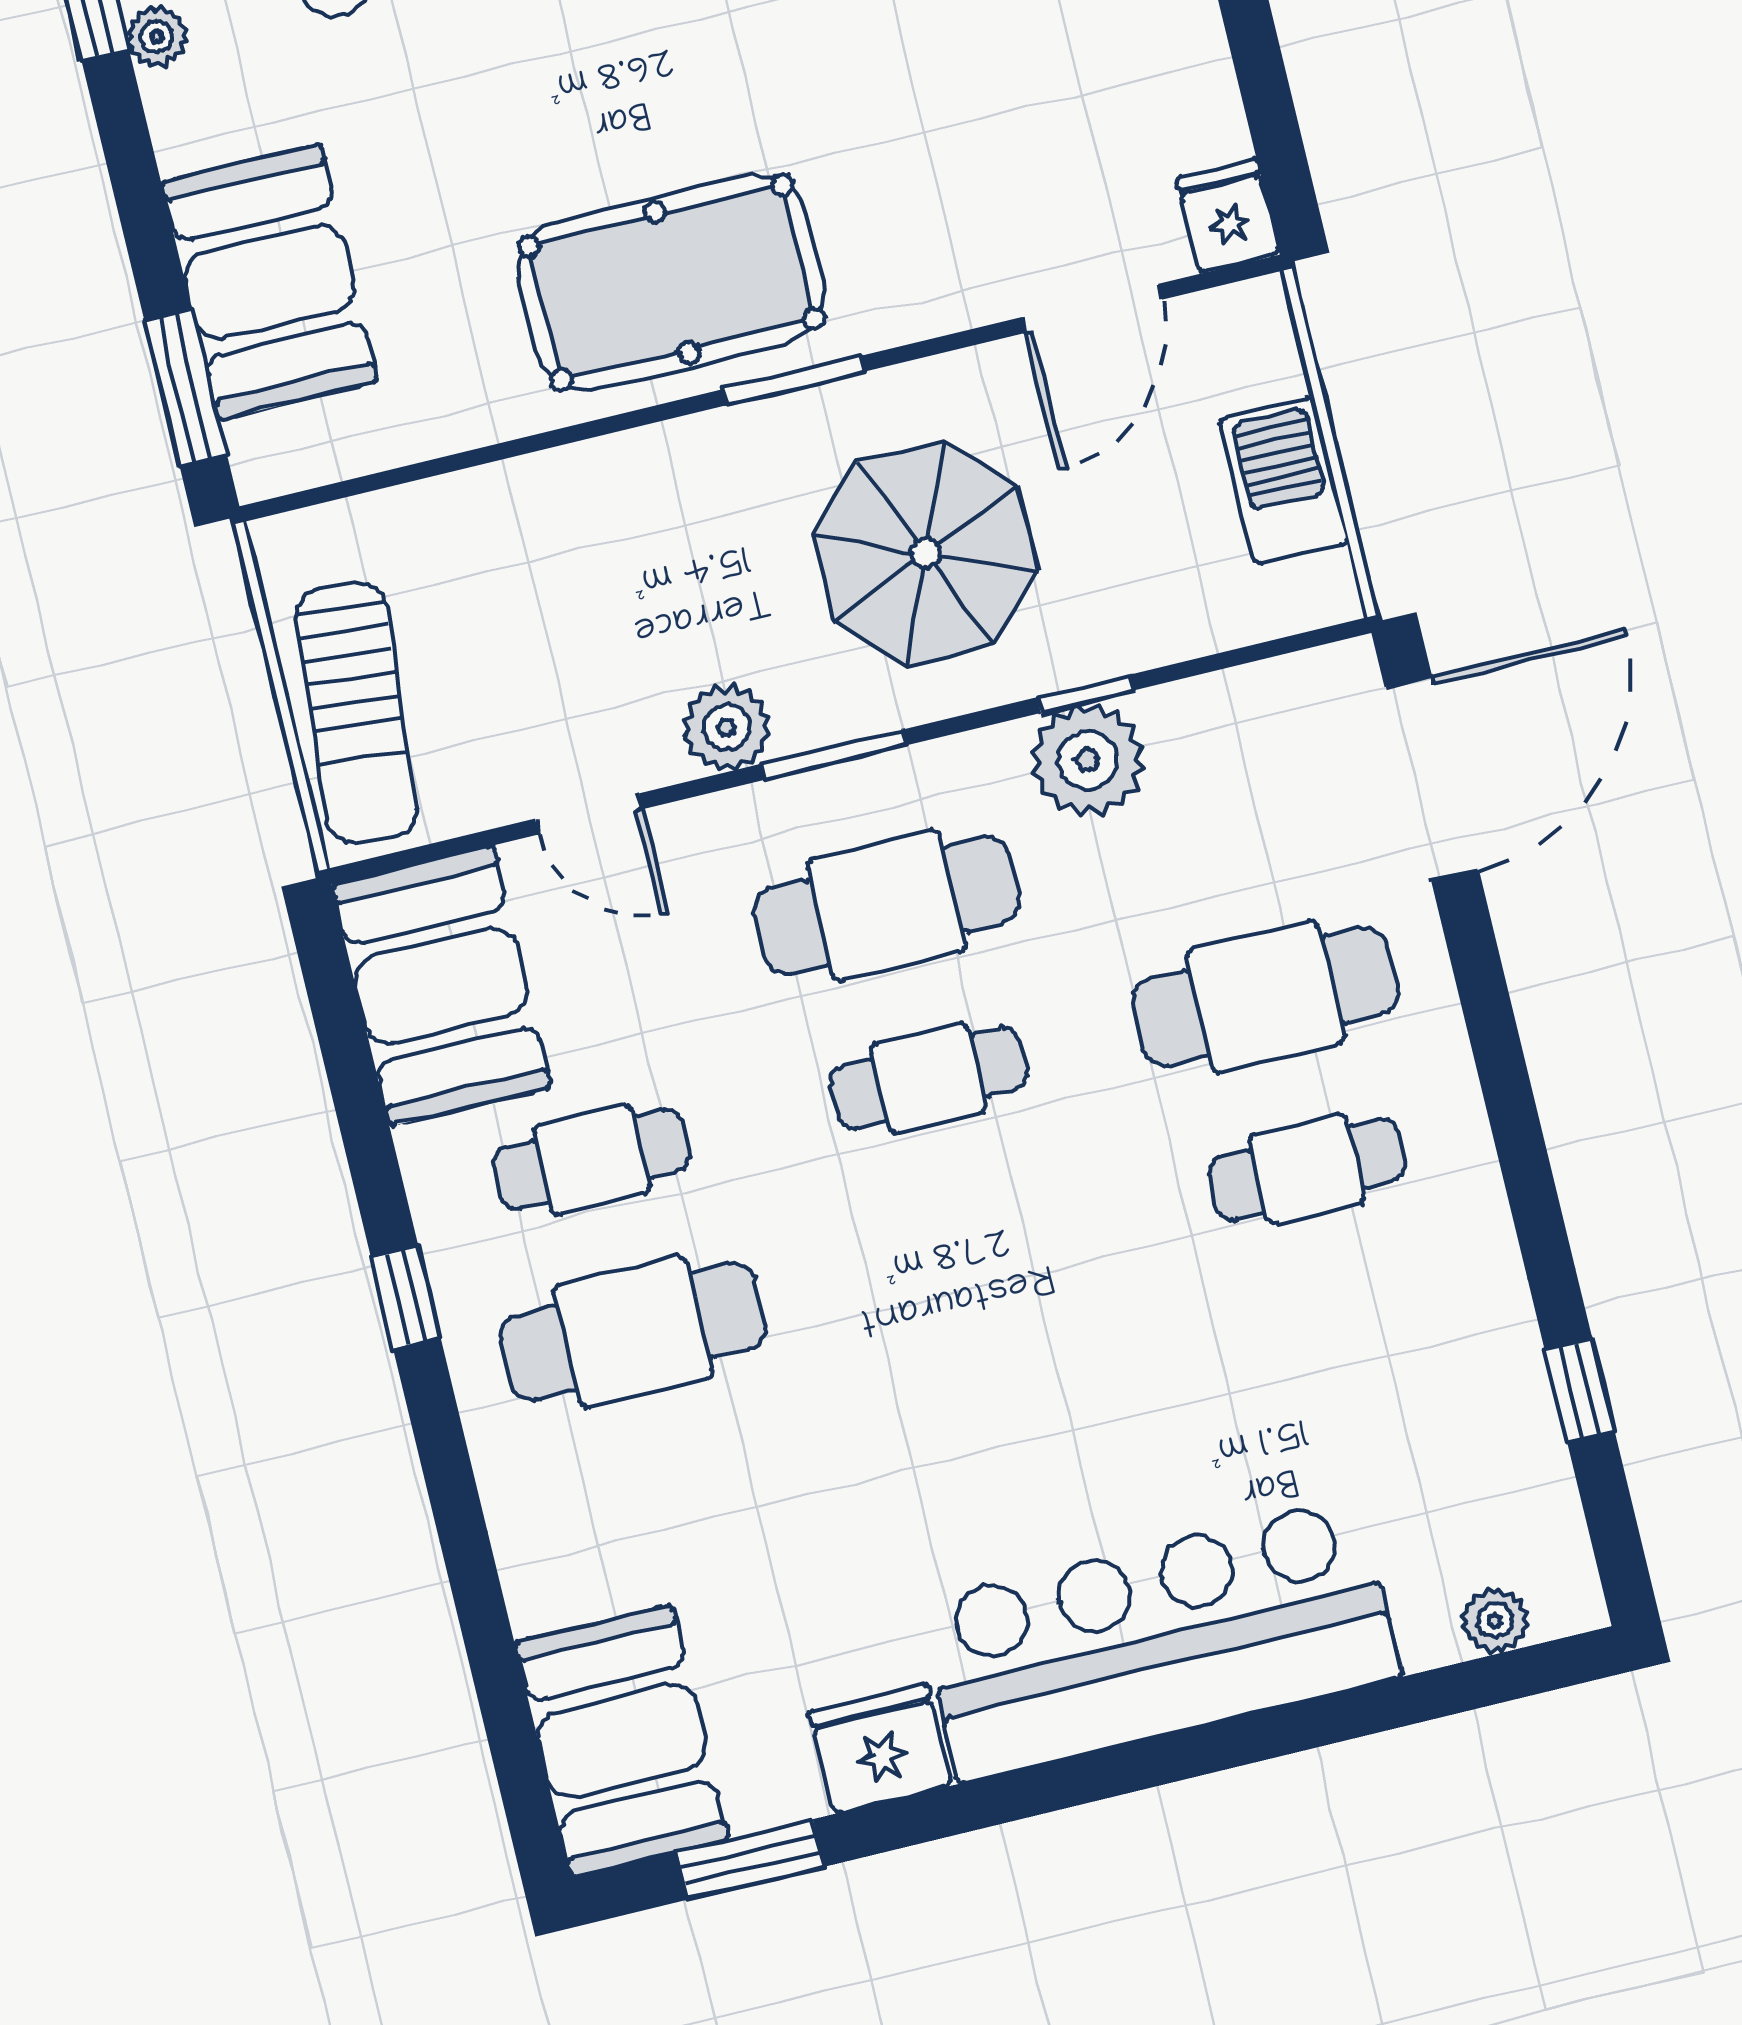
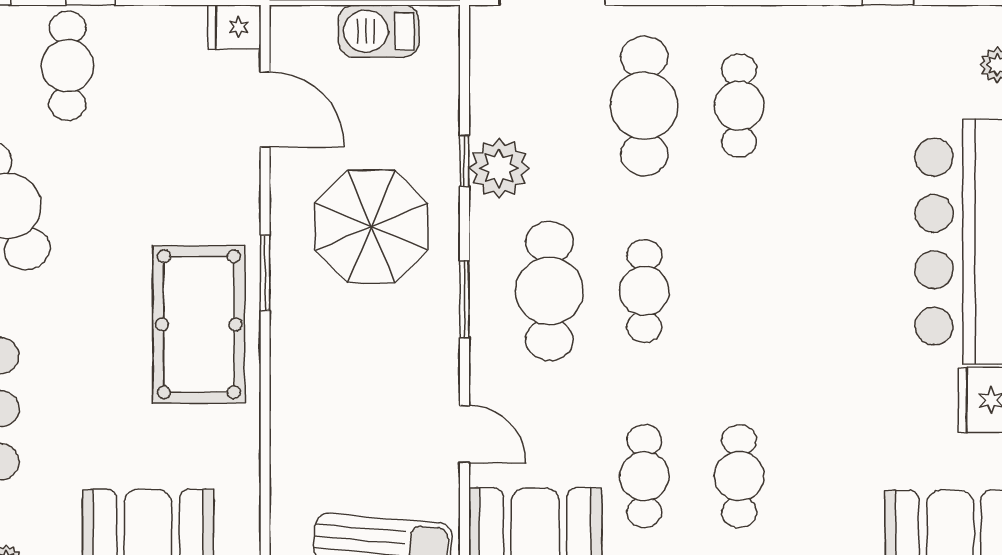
plant: (726, 727) -> (437, 352), removed
door: (589, 814) -> (464, 434), hinge flipped
cafe table: (633, 1332) -> (739, 476), width x0.73, depth x0.74

